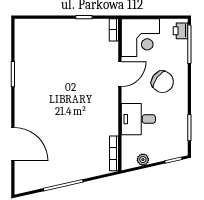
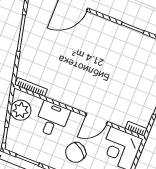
door: (120, 74) -> (97, 119), hinge flipped
plant: (143, 160) -> (21, 110), width x1.88, depth x1.88

